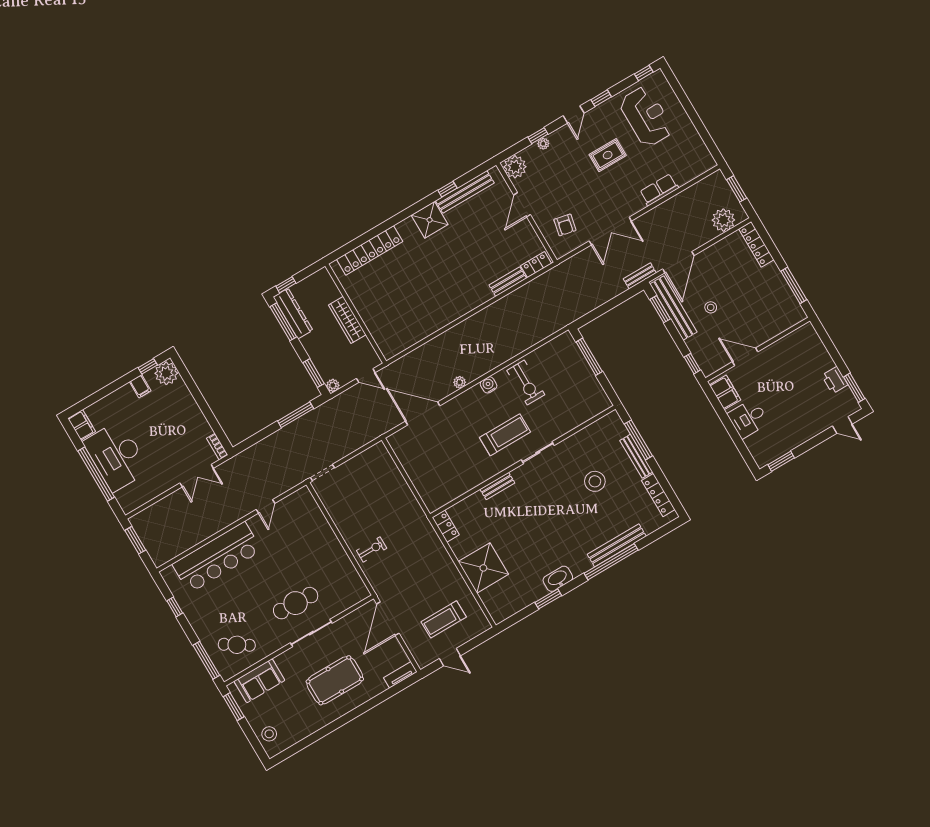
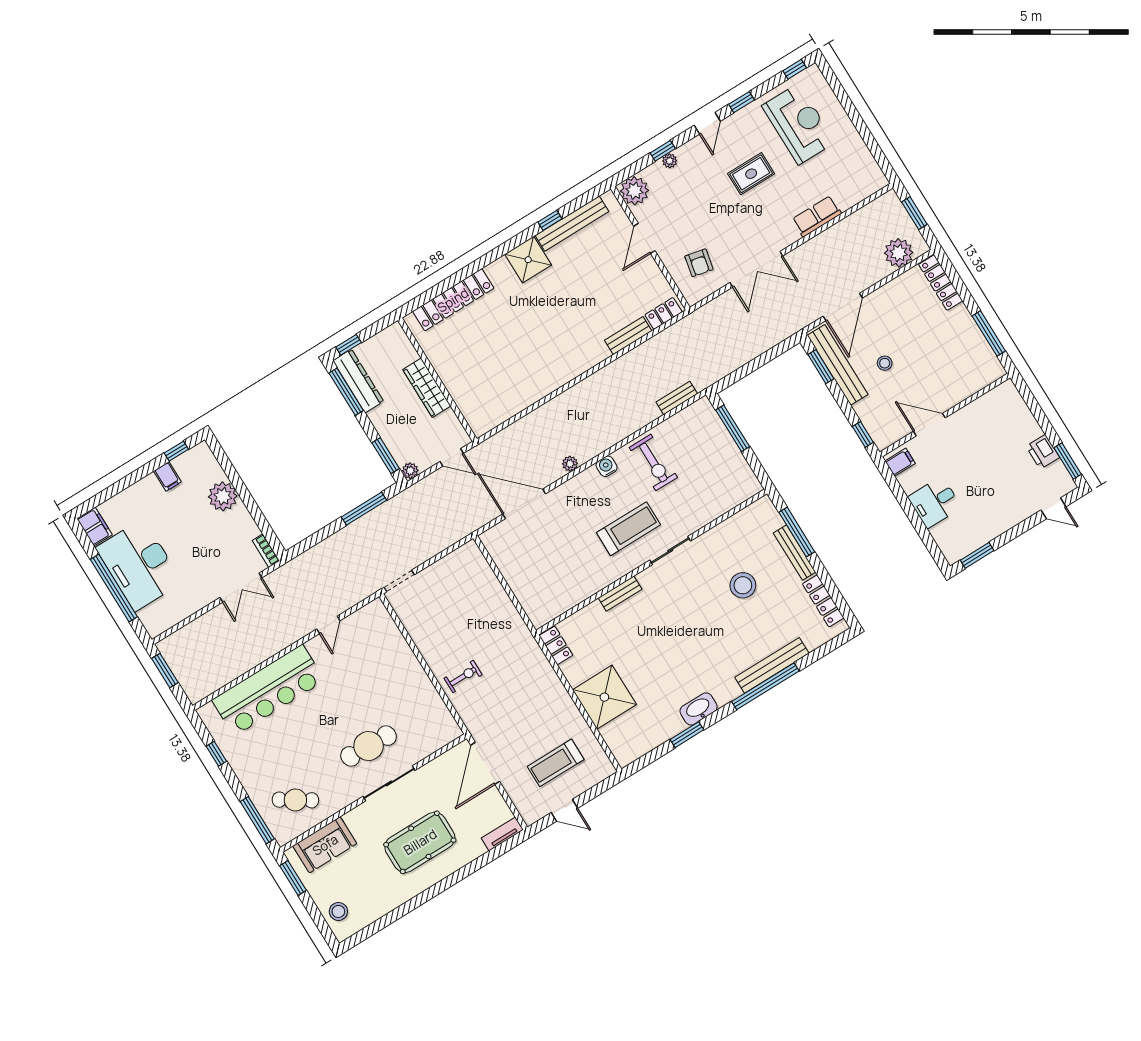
bench: (640, 276) -> (677, 398), moved
plant: (166, 373) -> (223, 496), moved
filing cabinet: (725, 392) -> (900, 462), width x0.50

